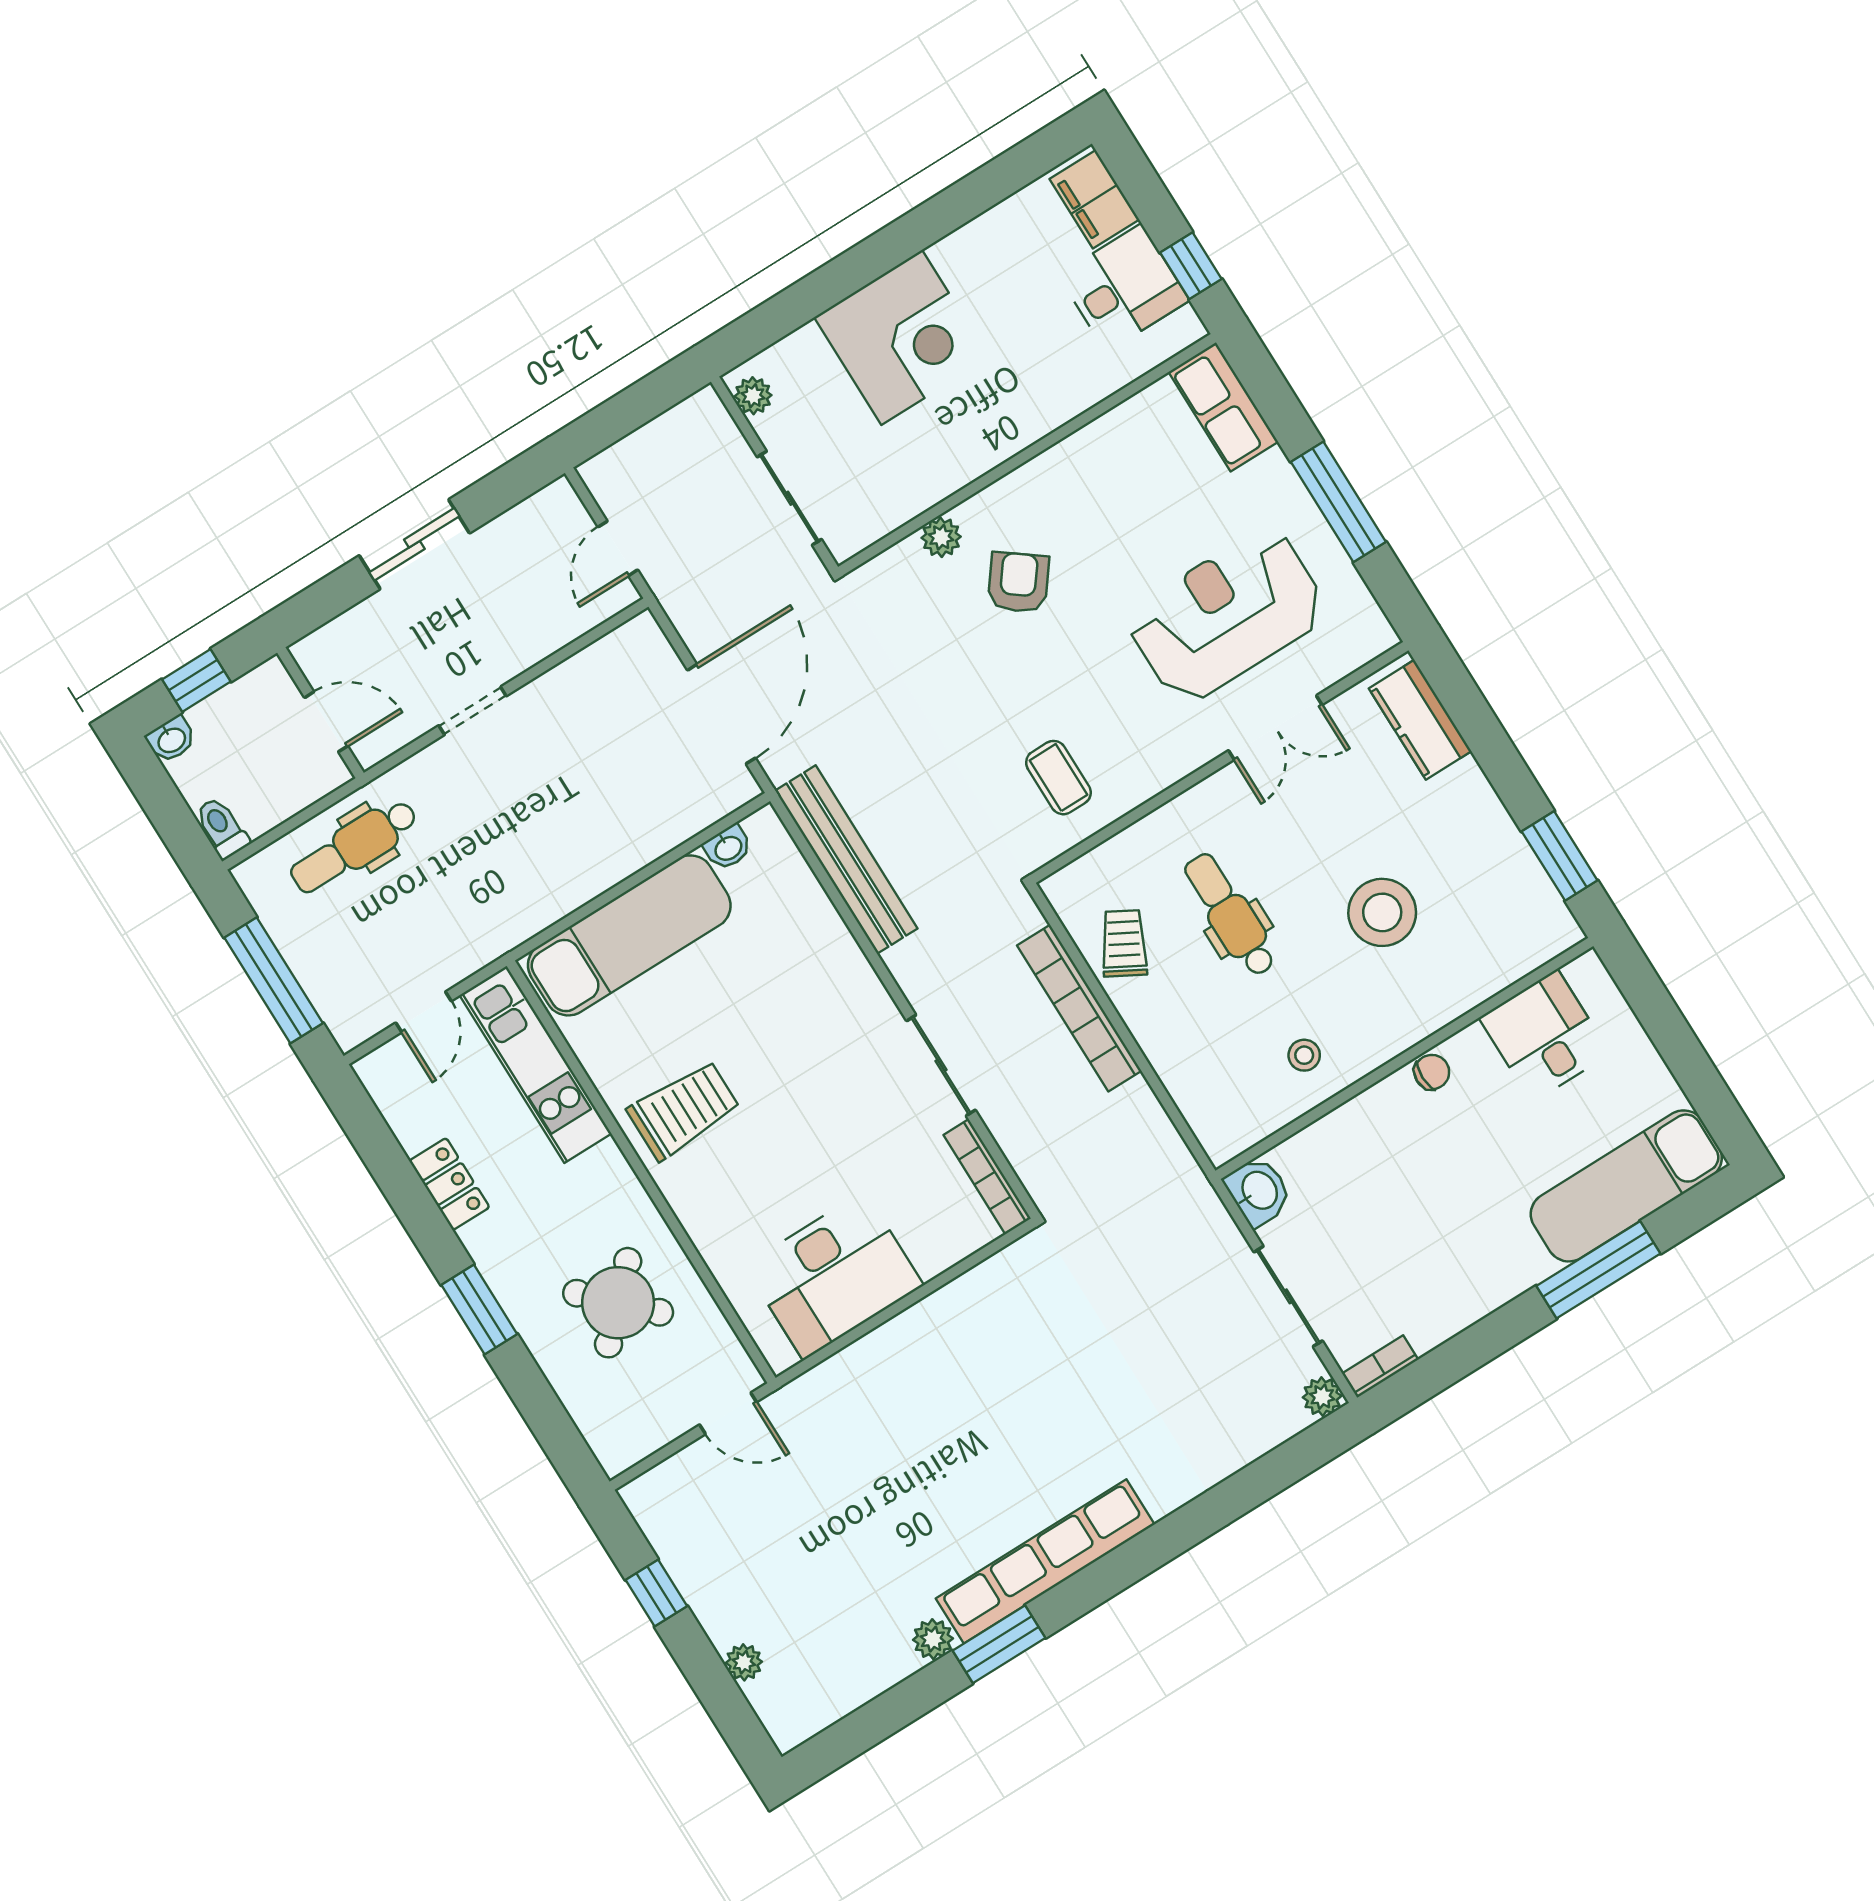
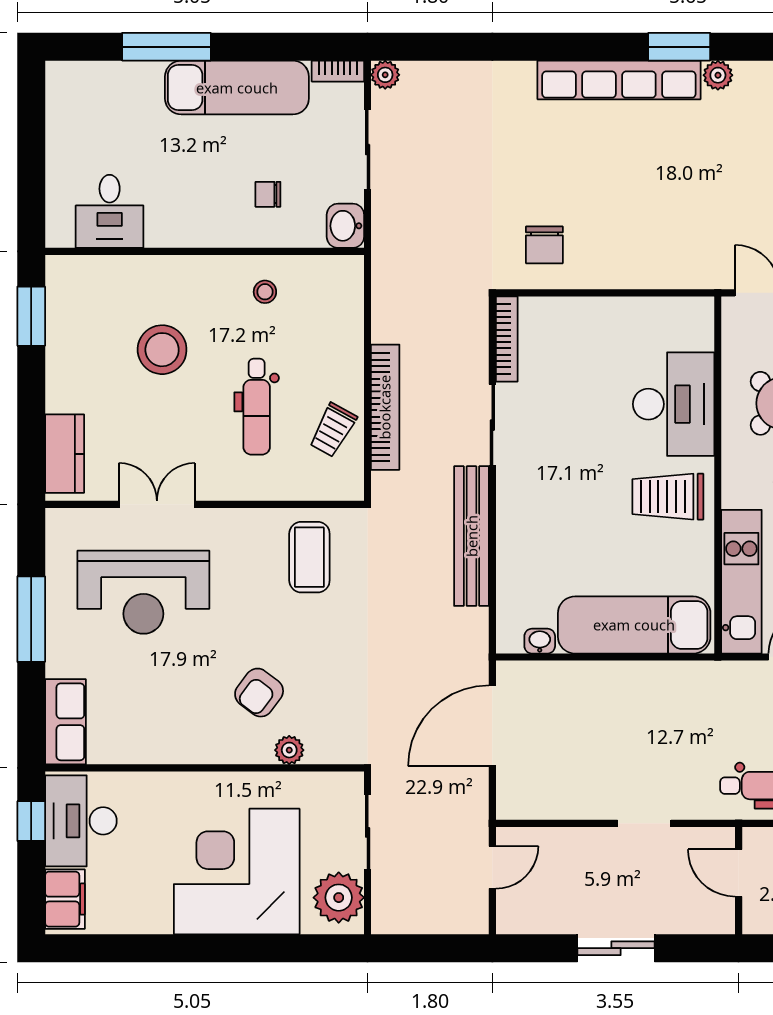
desk: (1124, 288) -> (81, 821), width x1.37
corner desk: (902, 337) -> (237, 872), width x1.36, depth x1.36
plant: (753, 396) -> (339, 898), width x1.88, depth x1.88
coffee table: (1058, 778) -> (309, 557), width x1.36, depth x1.30
bench: (846, 860) -> (472, 536), moved
chair: (1432, 1072) -> (268, 194), moved
exam couch: (1626, 1186) -> (237, 88), moved
desk: (834, 1275) -> (674, 404), moved, turned 90
chair: (1012, 1314) -> (544, 245), added

